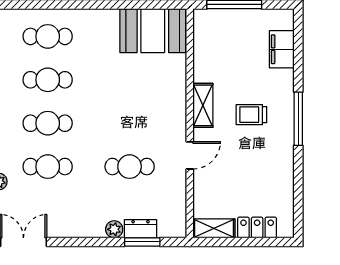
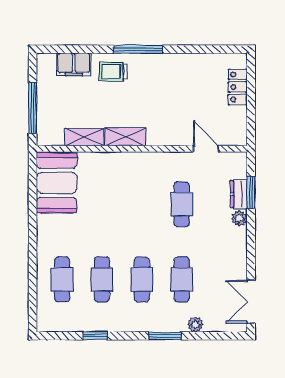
trolley: (251, 115) -> (113, 72), moved, turned 90
door: (190, 155) -> (206, 149), moved
shelving: (214, 228) -> (84, 137), moved, turned 90

